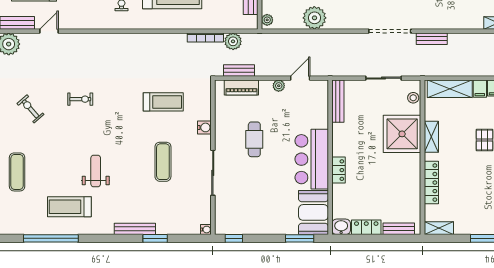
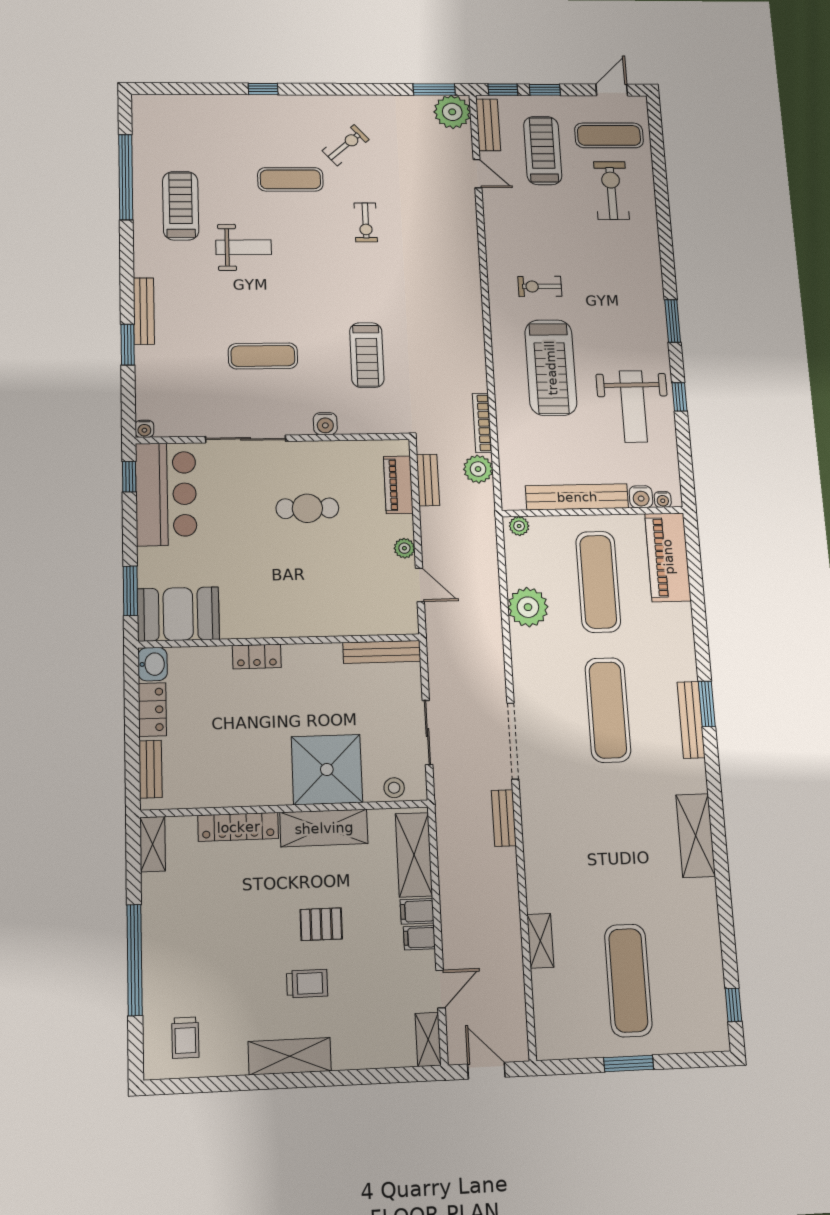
shelving: (431, 137) -> (324, 828), width x1.50, depth x1.33
bar counter: (312, 159) -> (166, 494), moved, turned 90
exercise mat: (17, 172) -> (290, 179), moved

